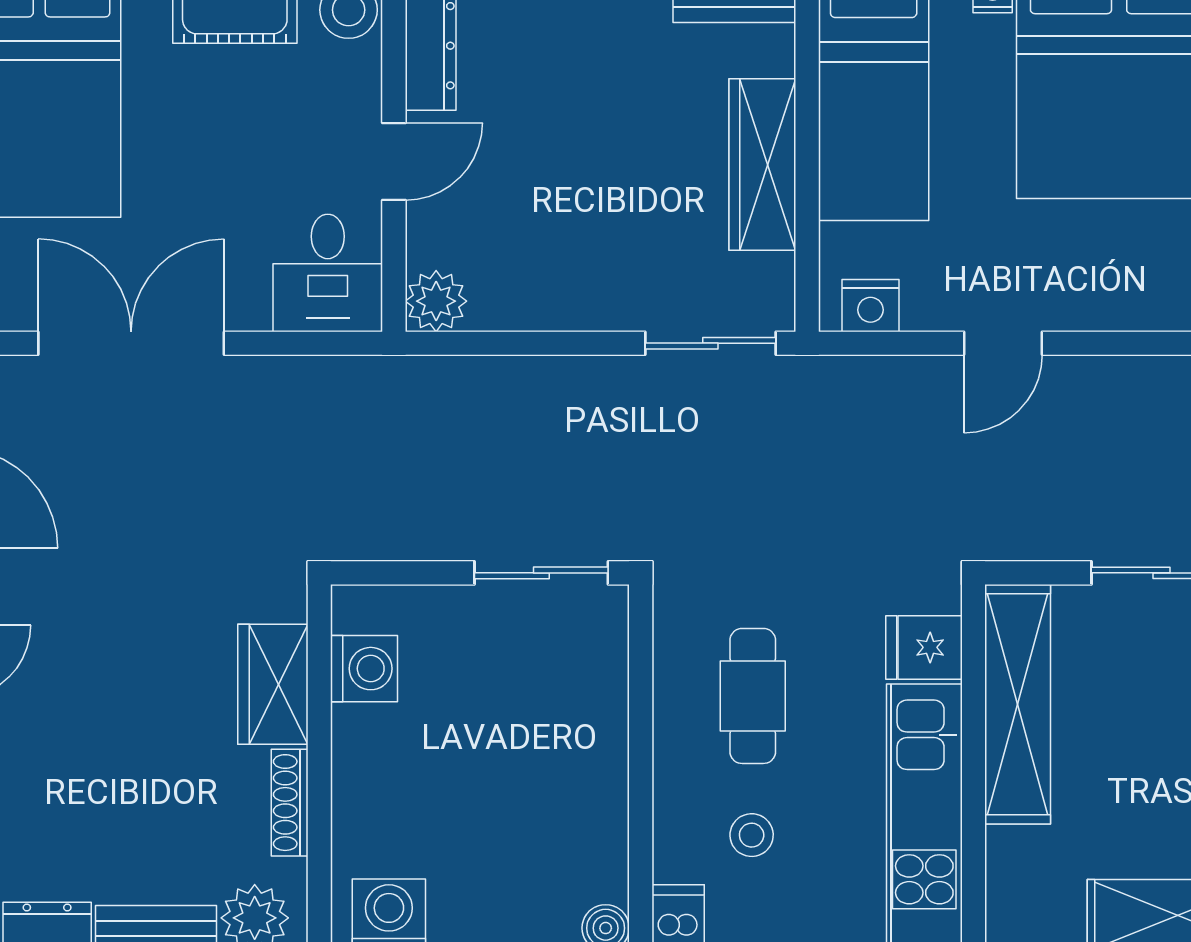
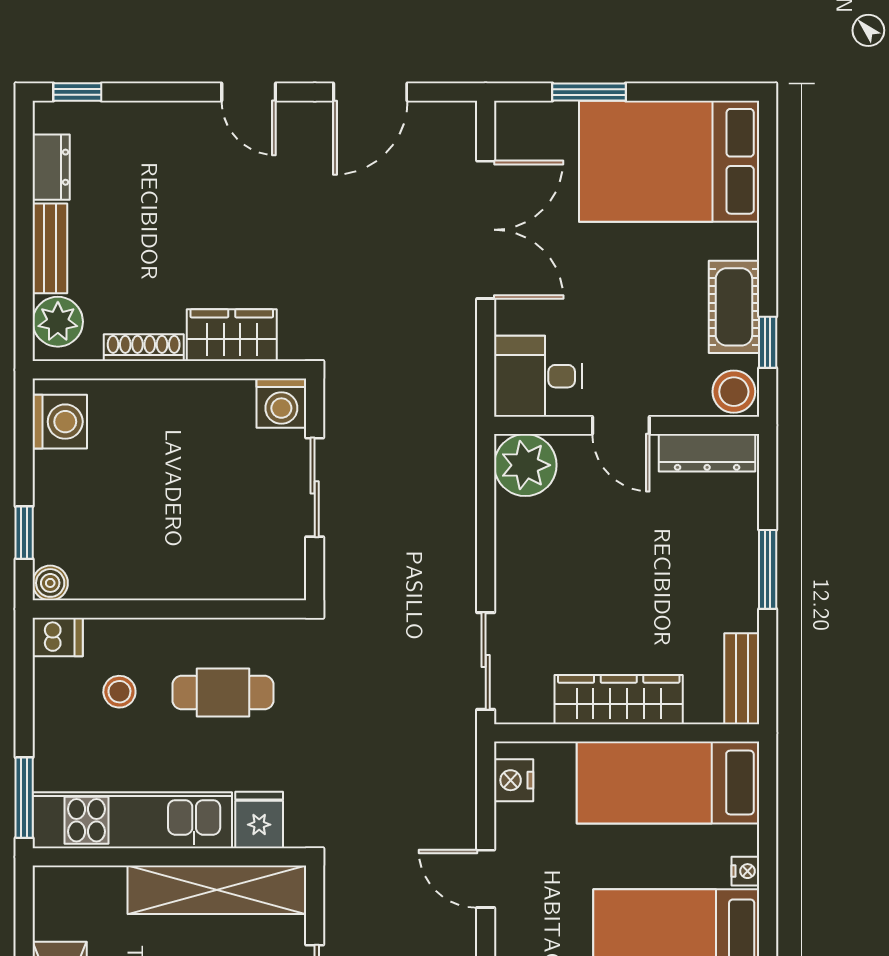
plant: (436, 301) -> (525, 465), width x1.36, depth x1.36
sliding door: (541, 573) -> (315, 487), moved
washing machine: (364, 669) -> (281, 403), moved

